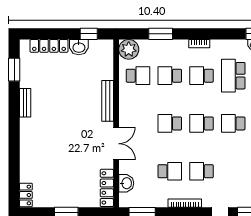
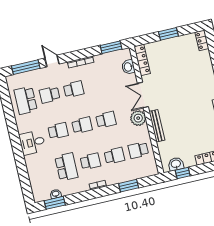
washbasin: (79, 47) -> (176, 164), moved
plant: (129, 49) -> (138, 118), moved
school desk: (170, 171) -> (50, 95), moved

